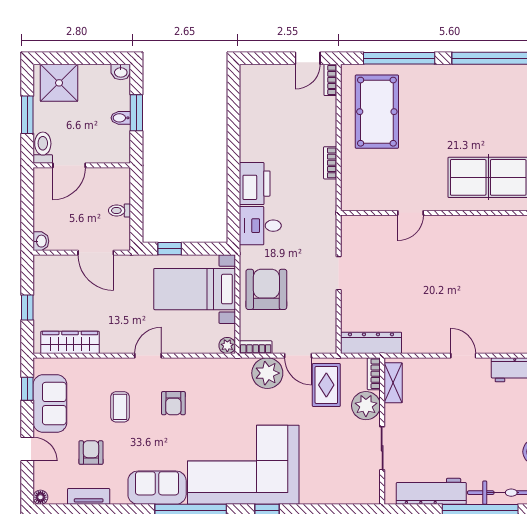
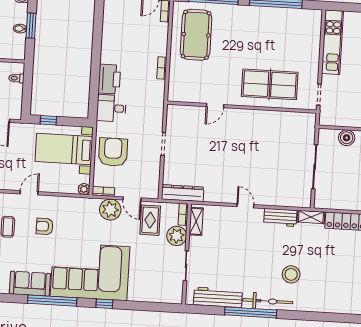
toilet: (119, 211) -> (16, 78), moved
armchair: (173, 403) -> (45, 226), turned 90

